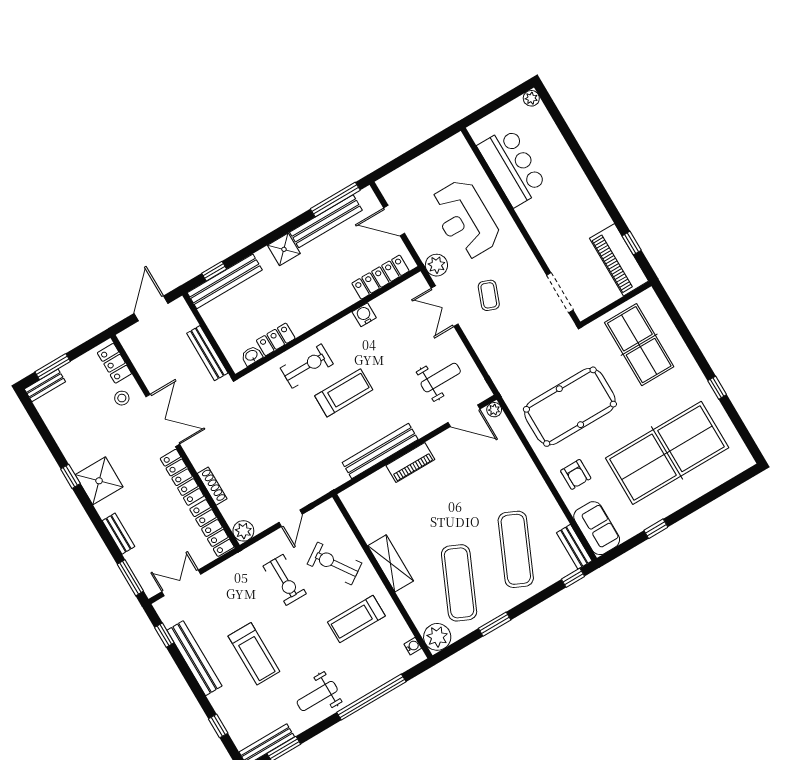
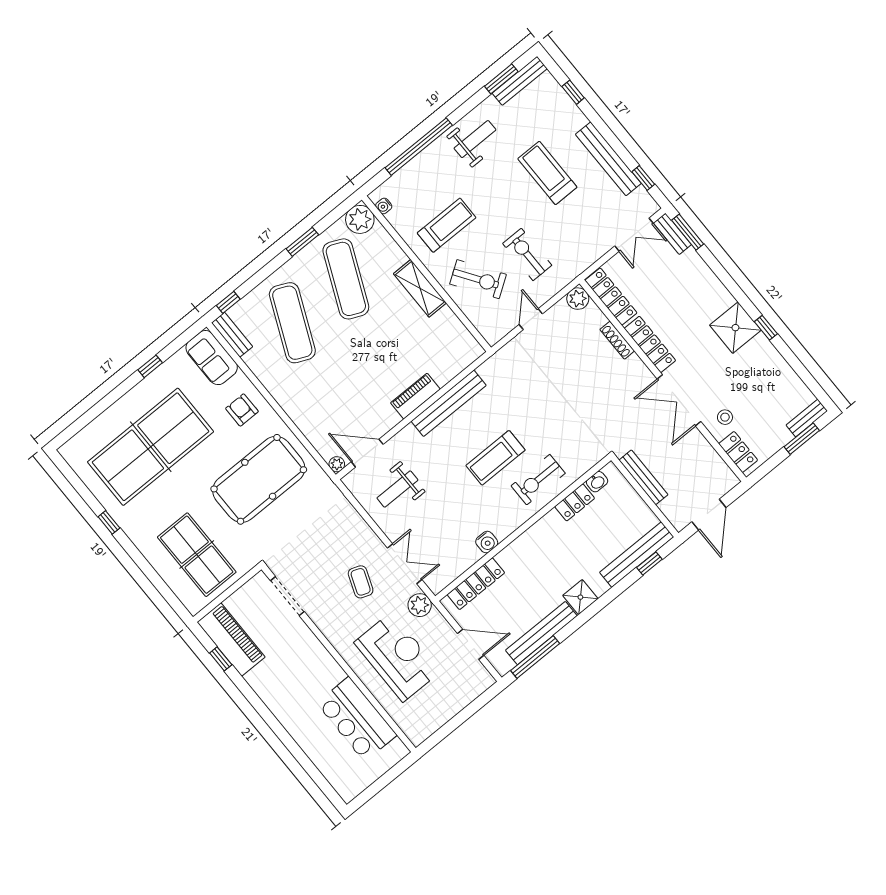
plant: (531, 98) -> (348, 793), removed
bench: (119, 534) -> (672, 234), moved

